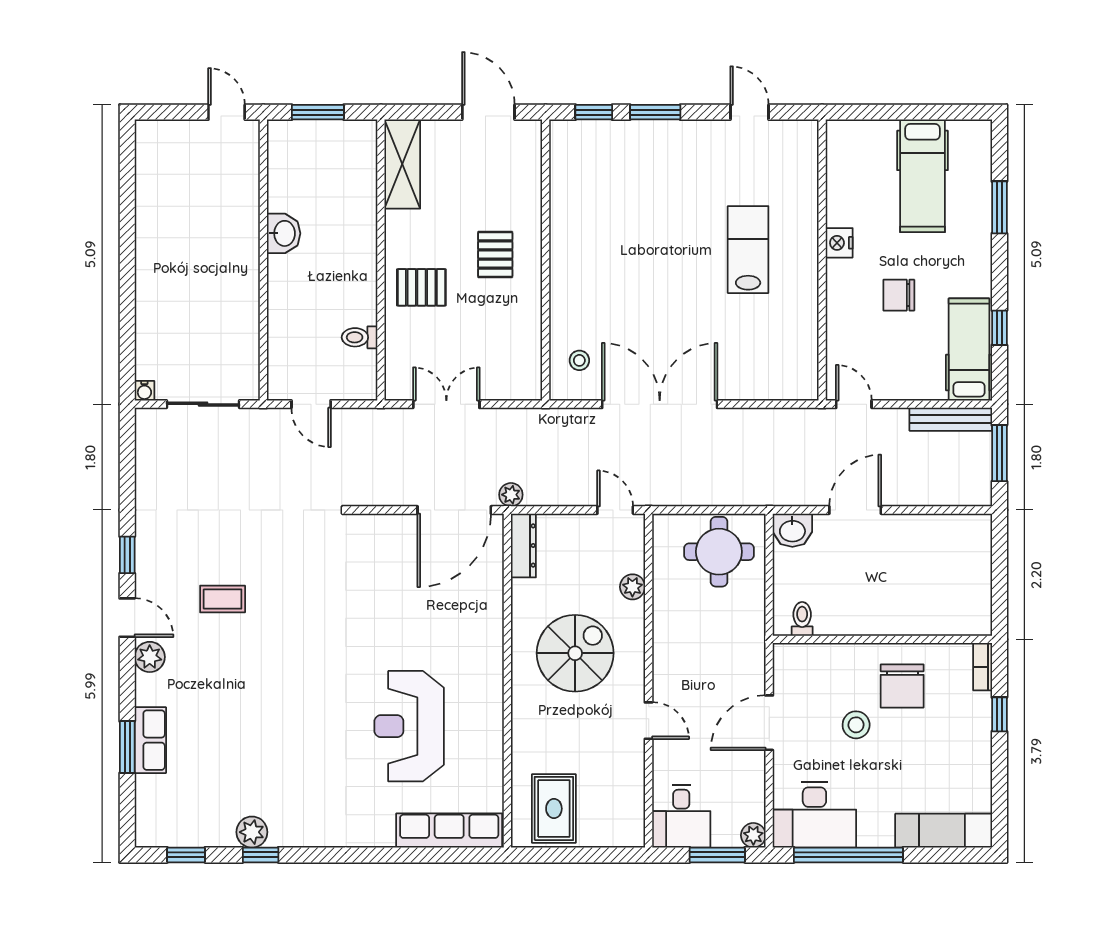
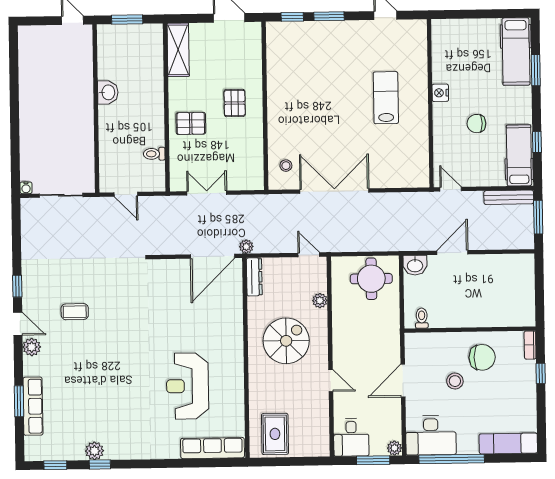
hospital bed: (922, 176) -> (516, 51), moved
chair: (902, 686) -> (482, 357), turned -90
row of seats: (150, 740) -> (33, 406), width x1.48

